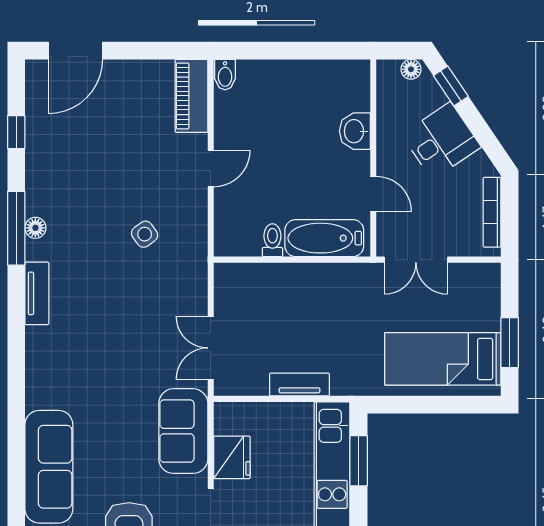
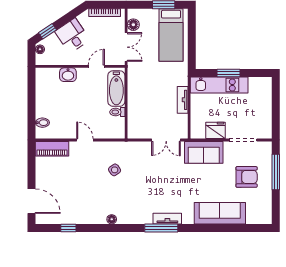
bidet: (225, 75) -> (42, 123), moved
window: (16, 228) -> (161, 228), moved
floor lamp: (465, 276) -> (133, 25), added
tv unit: (37, 293) -> (167, 219), moved
window: (359, 461) -> (229, 73), moved

